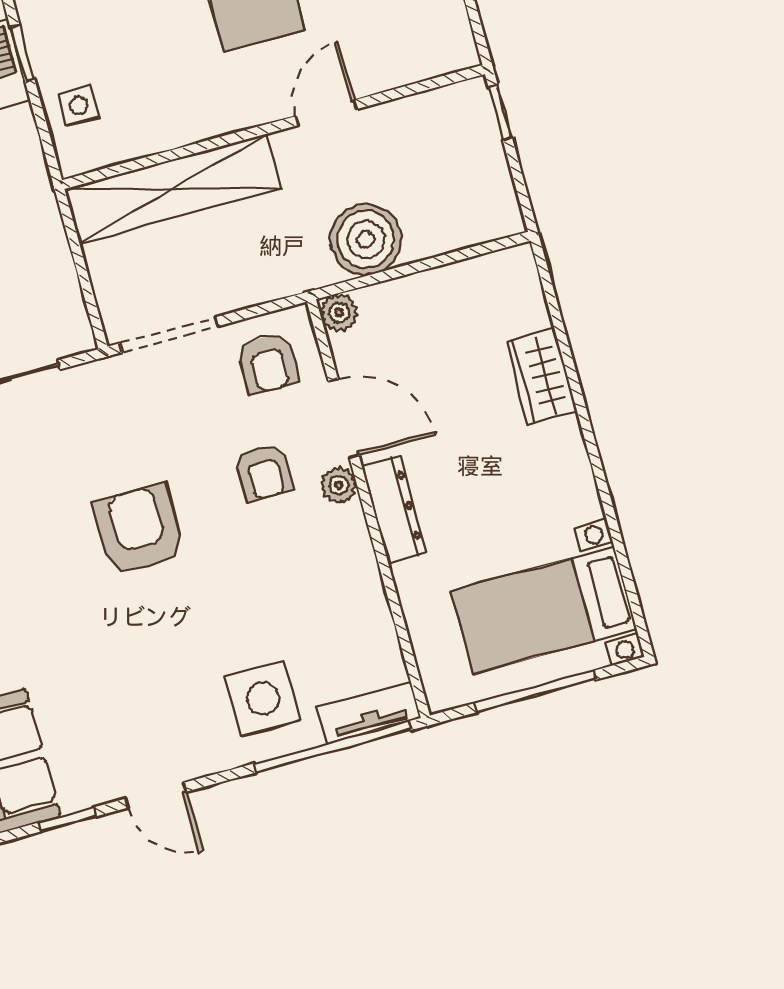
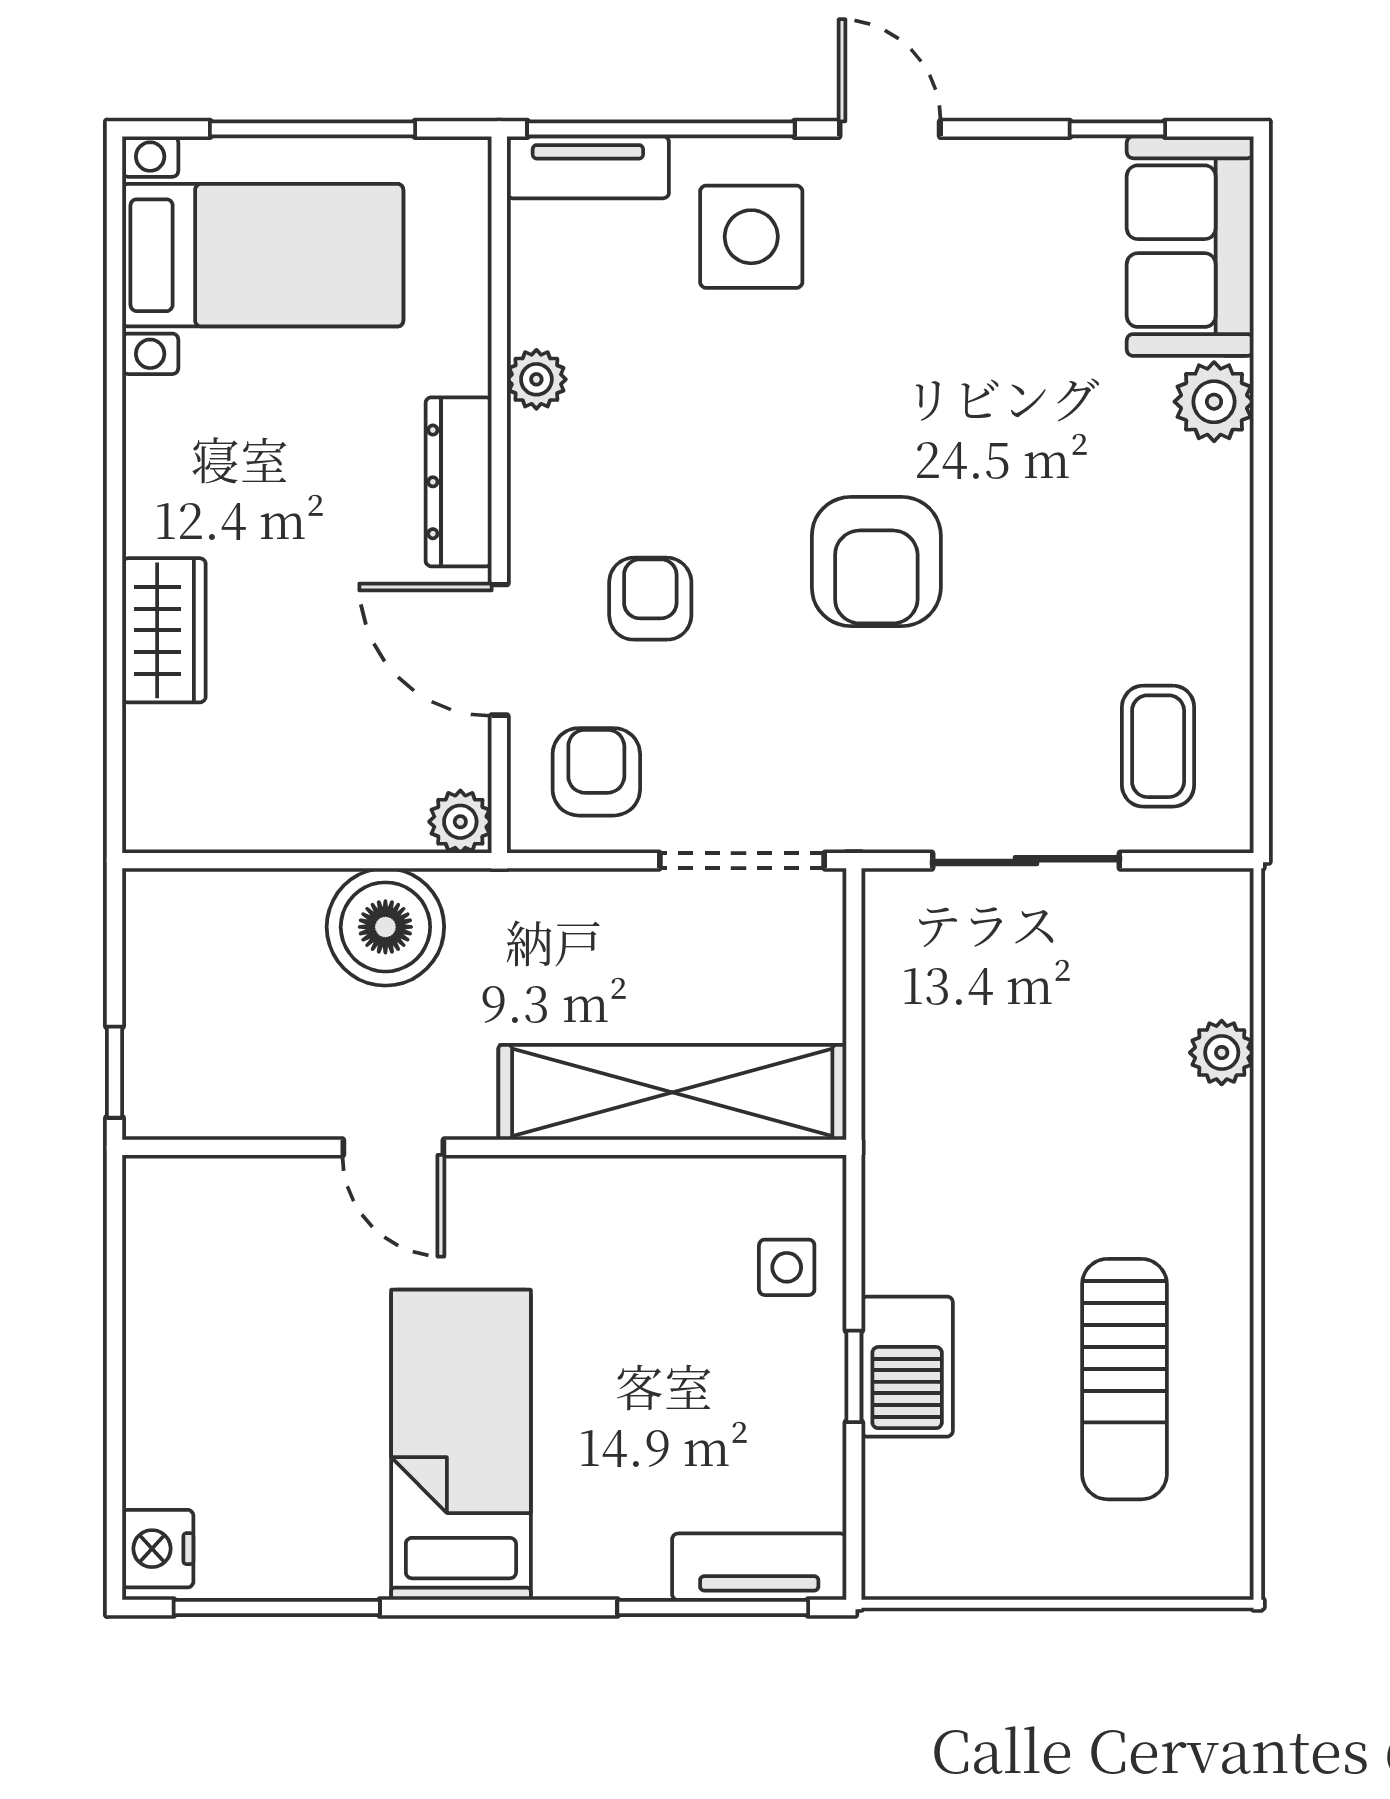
door: (326, 113) -> (393, 1147), hinge flipped
plant: (339, 485) -> (536, 379), moved
door: (156, 795) -> (890, 129), moved

